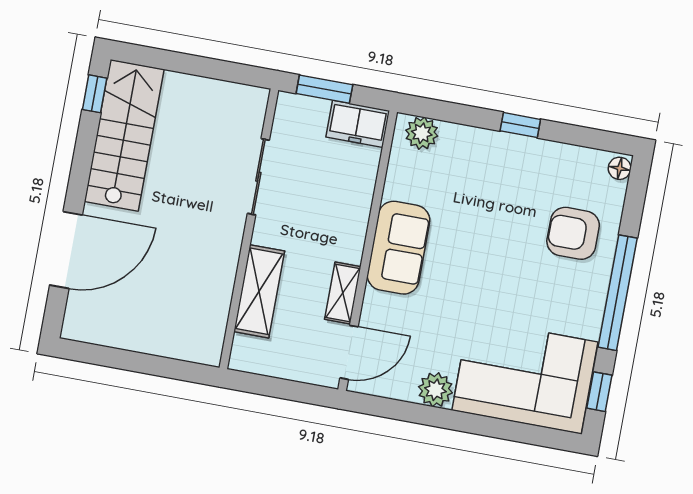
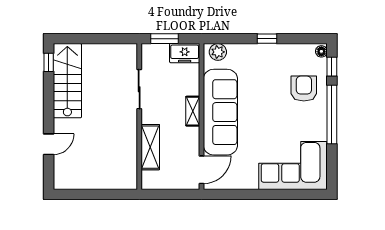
armchair: (573, 233) -> (304, 89), turned 90
sofa: (398, 248) -> (220, 112), width x1.85, depth x1.27
door: (66, 250) -> (49, 144), width x0.53
shelving: (343, 293) -> (193, 111), moved
plant: (435, 390) -> (249, 181), removed
window: (599, 392) -> (332, 67), moved

